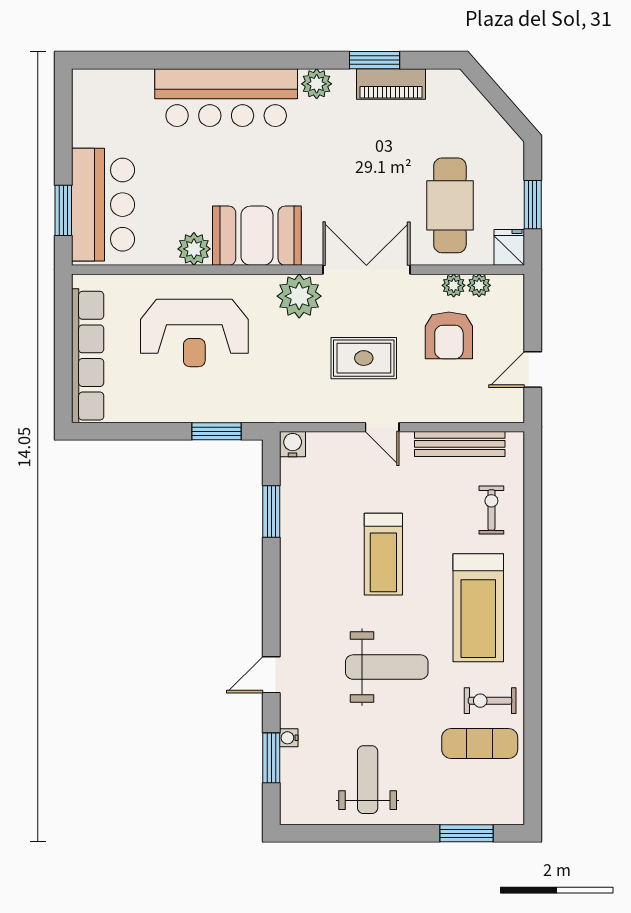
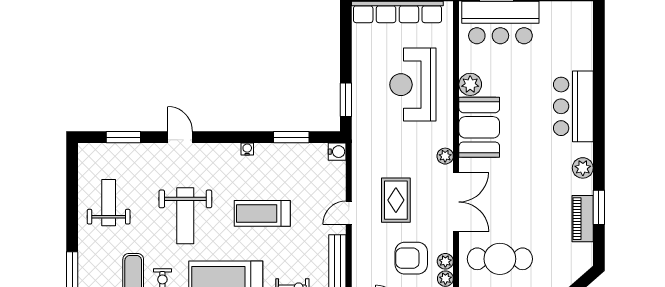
bar counter: (226, 98) -> (573, 106), width x0.73
plant: (299, 296) -> (445, 156), width x0.53, depth x0.53
water cooler: (289, 738) -> (247, 149), moved
weight bench: (368, 780) -> (109, 203), turned -90

